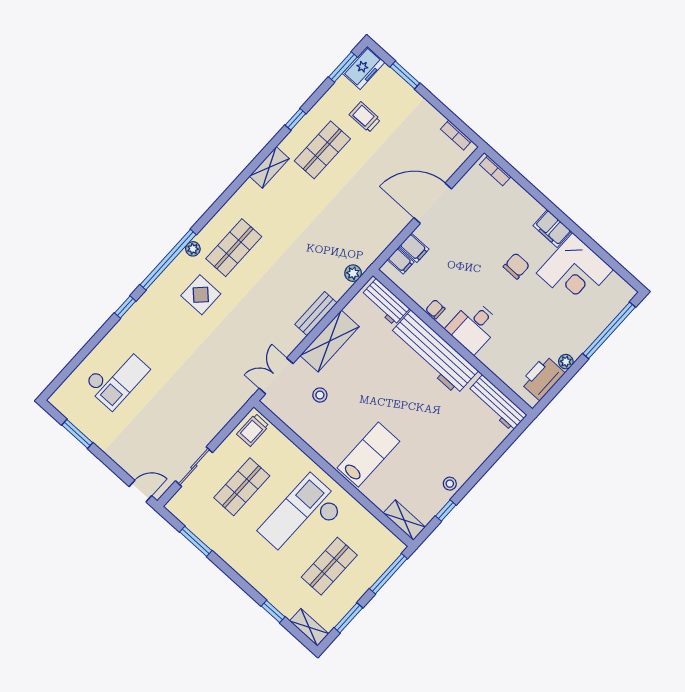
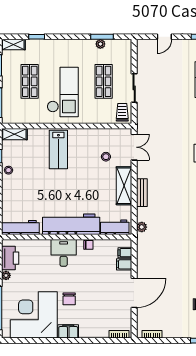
corner desk: (575, 271) -> (34, 315), width x1.36, depth x1.36
sliding door: (194, 467) -> (134, 88), moved
door: (140, 491) -> (164, 37), moved
plant: (205, 534) -> (100, 44), added

